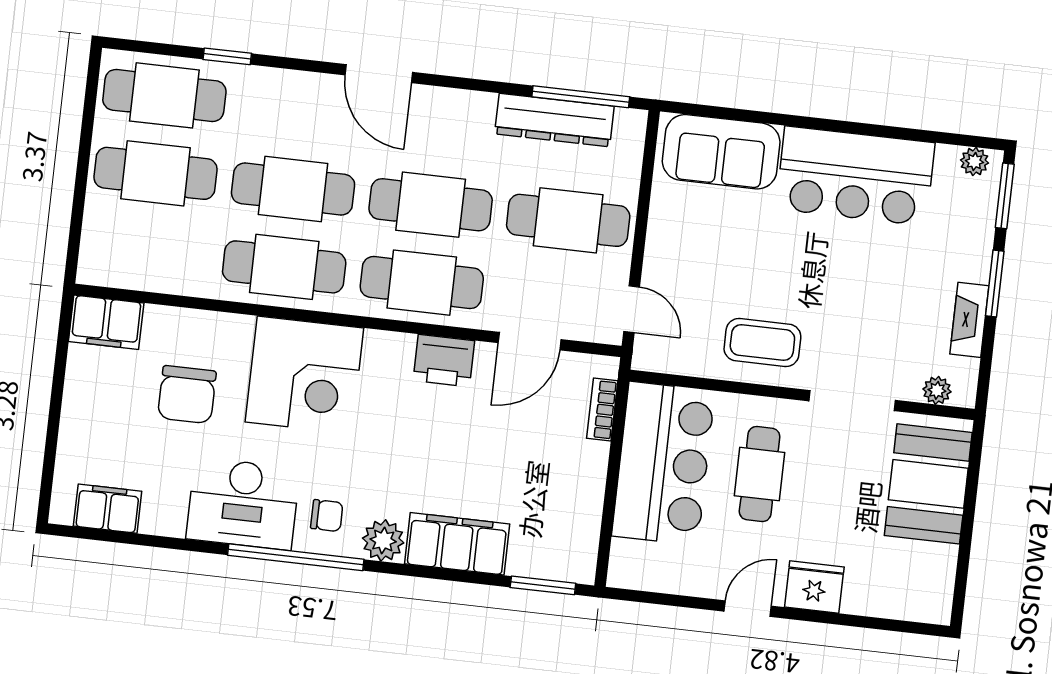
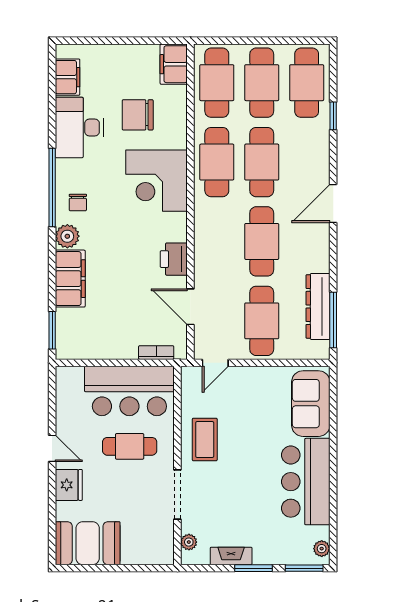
cafe table: (422, 283) -> (217, 83), moved
booth: (928, 484) -> (88, 543), moved
desk: (243, 504) -> (79, 128), moved

